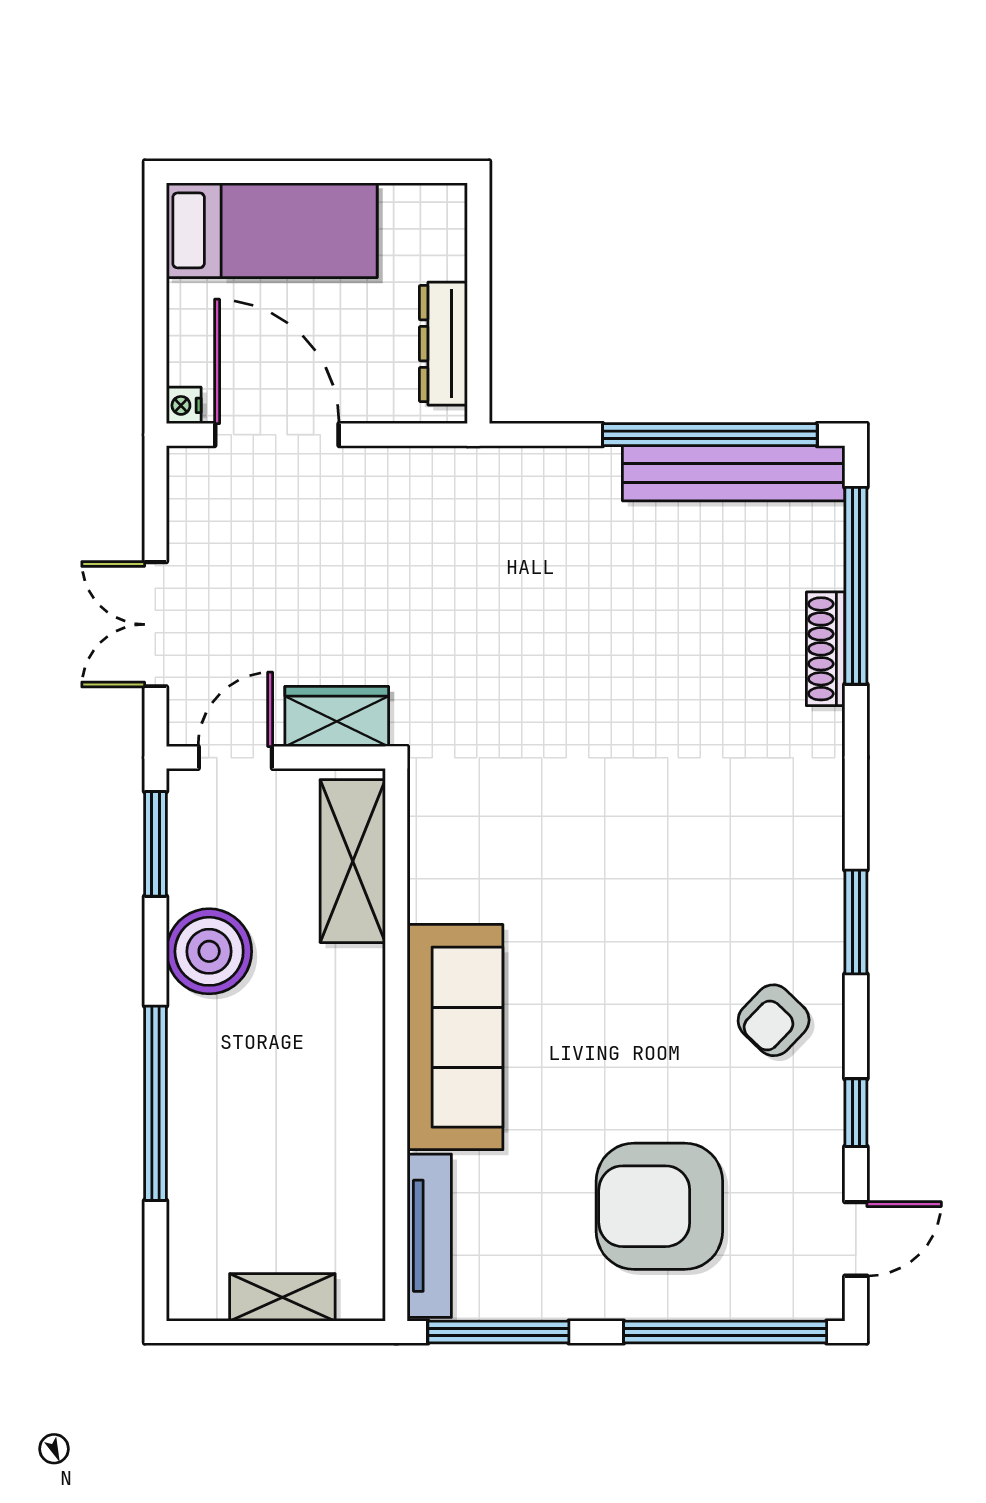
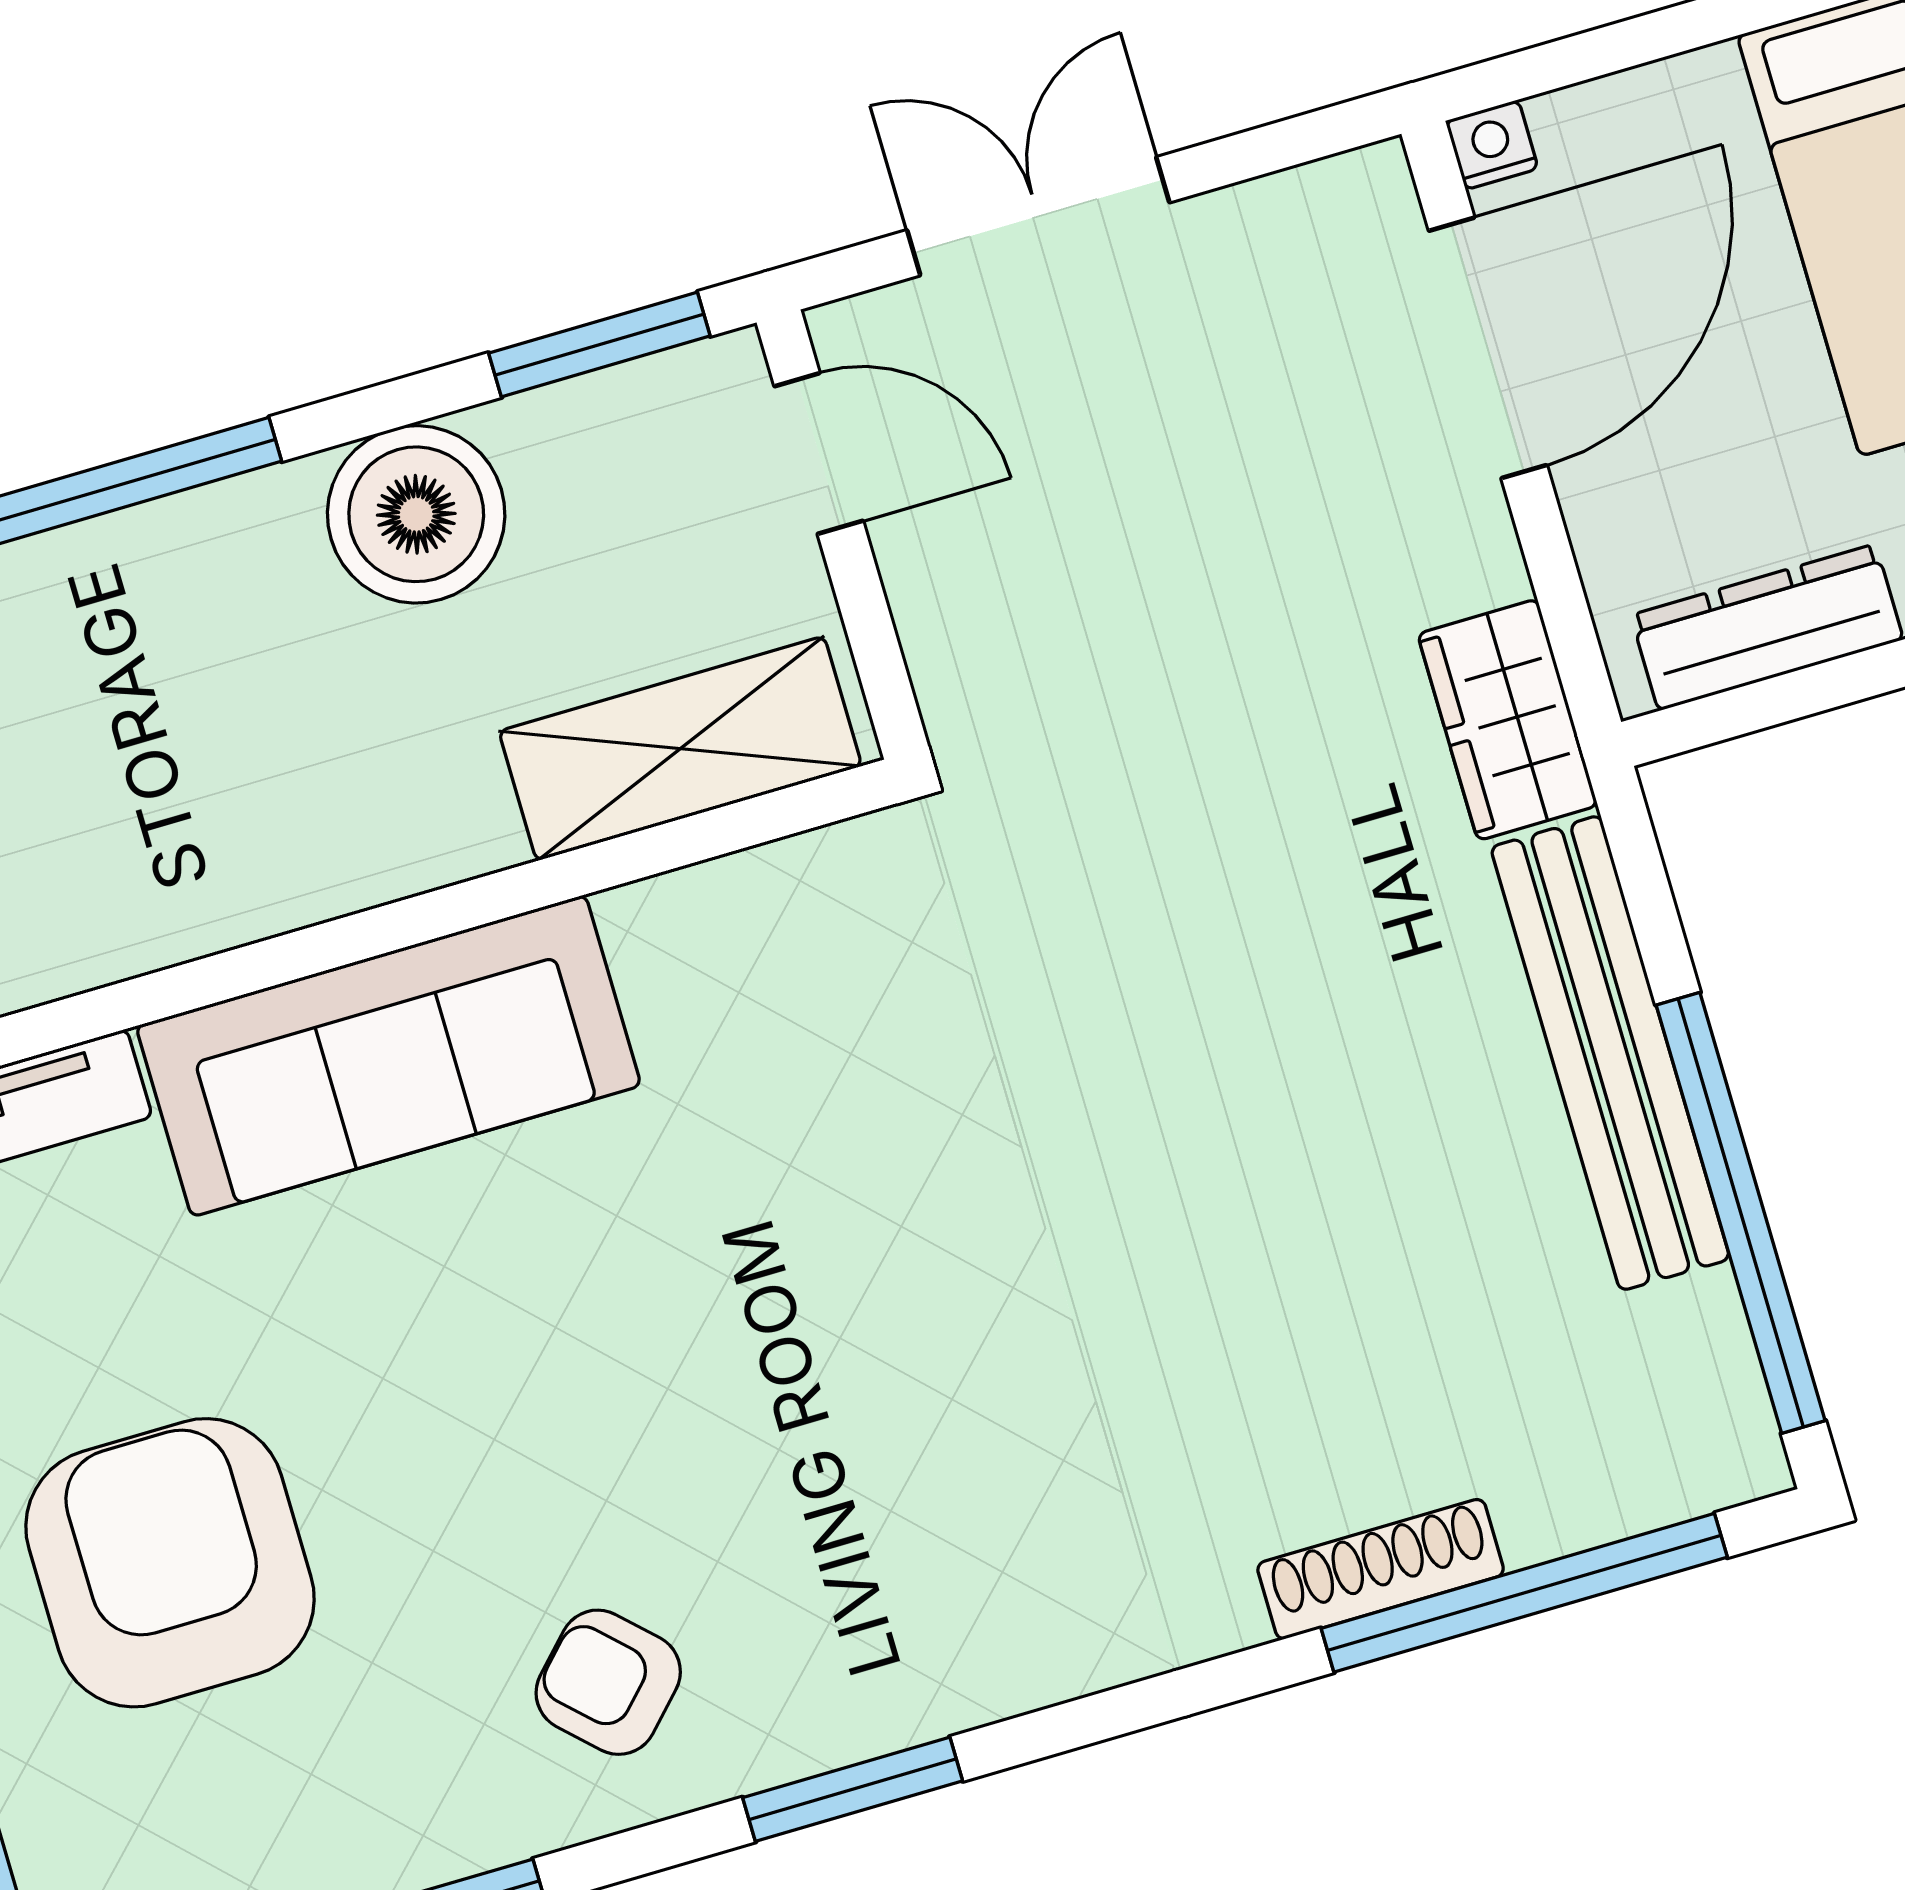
bench: (734, 473) -> (1610, 1053), moved
wardrobe: (337, 716) -> (1508, 720), moved, turned 180

